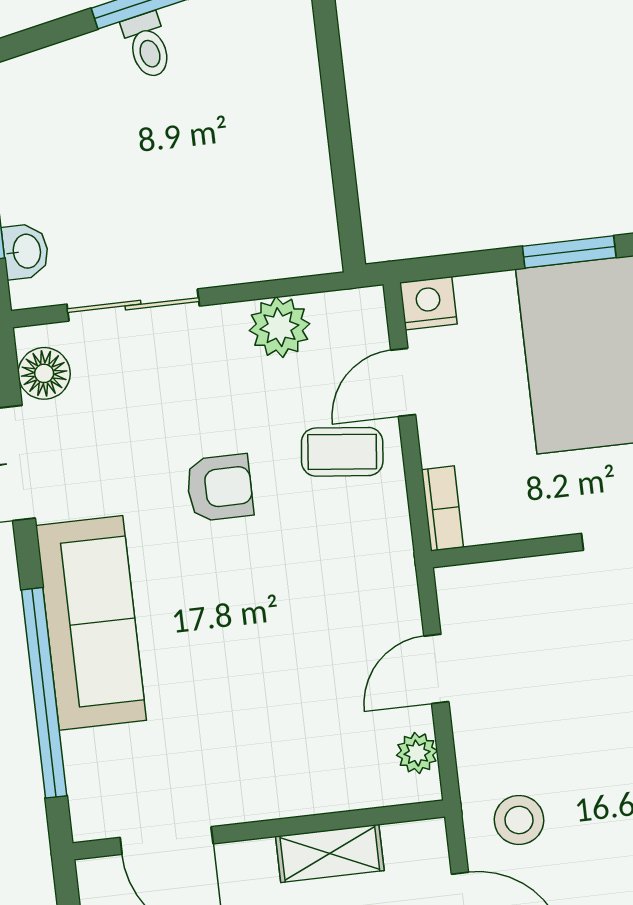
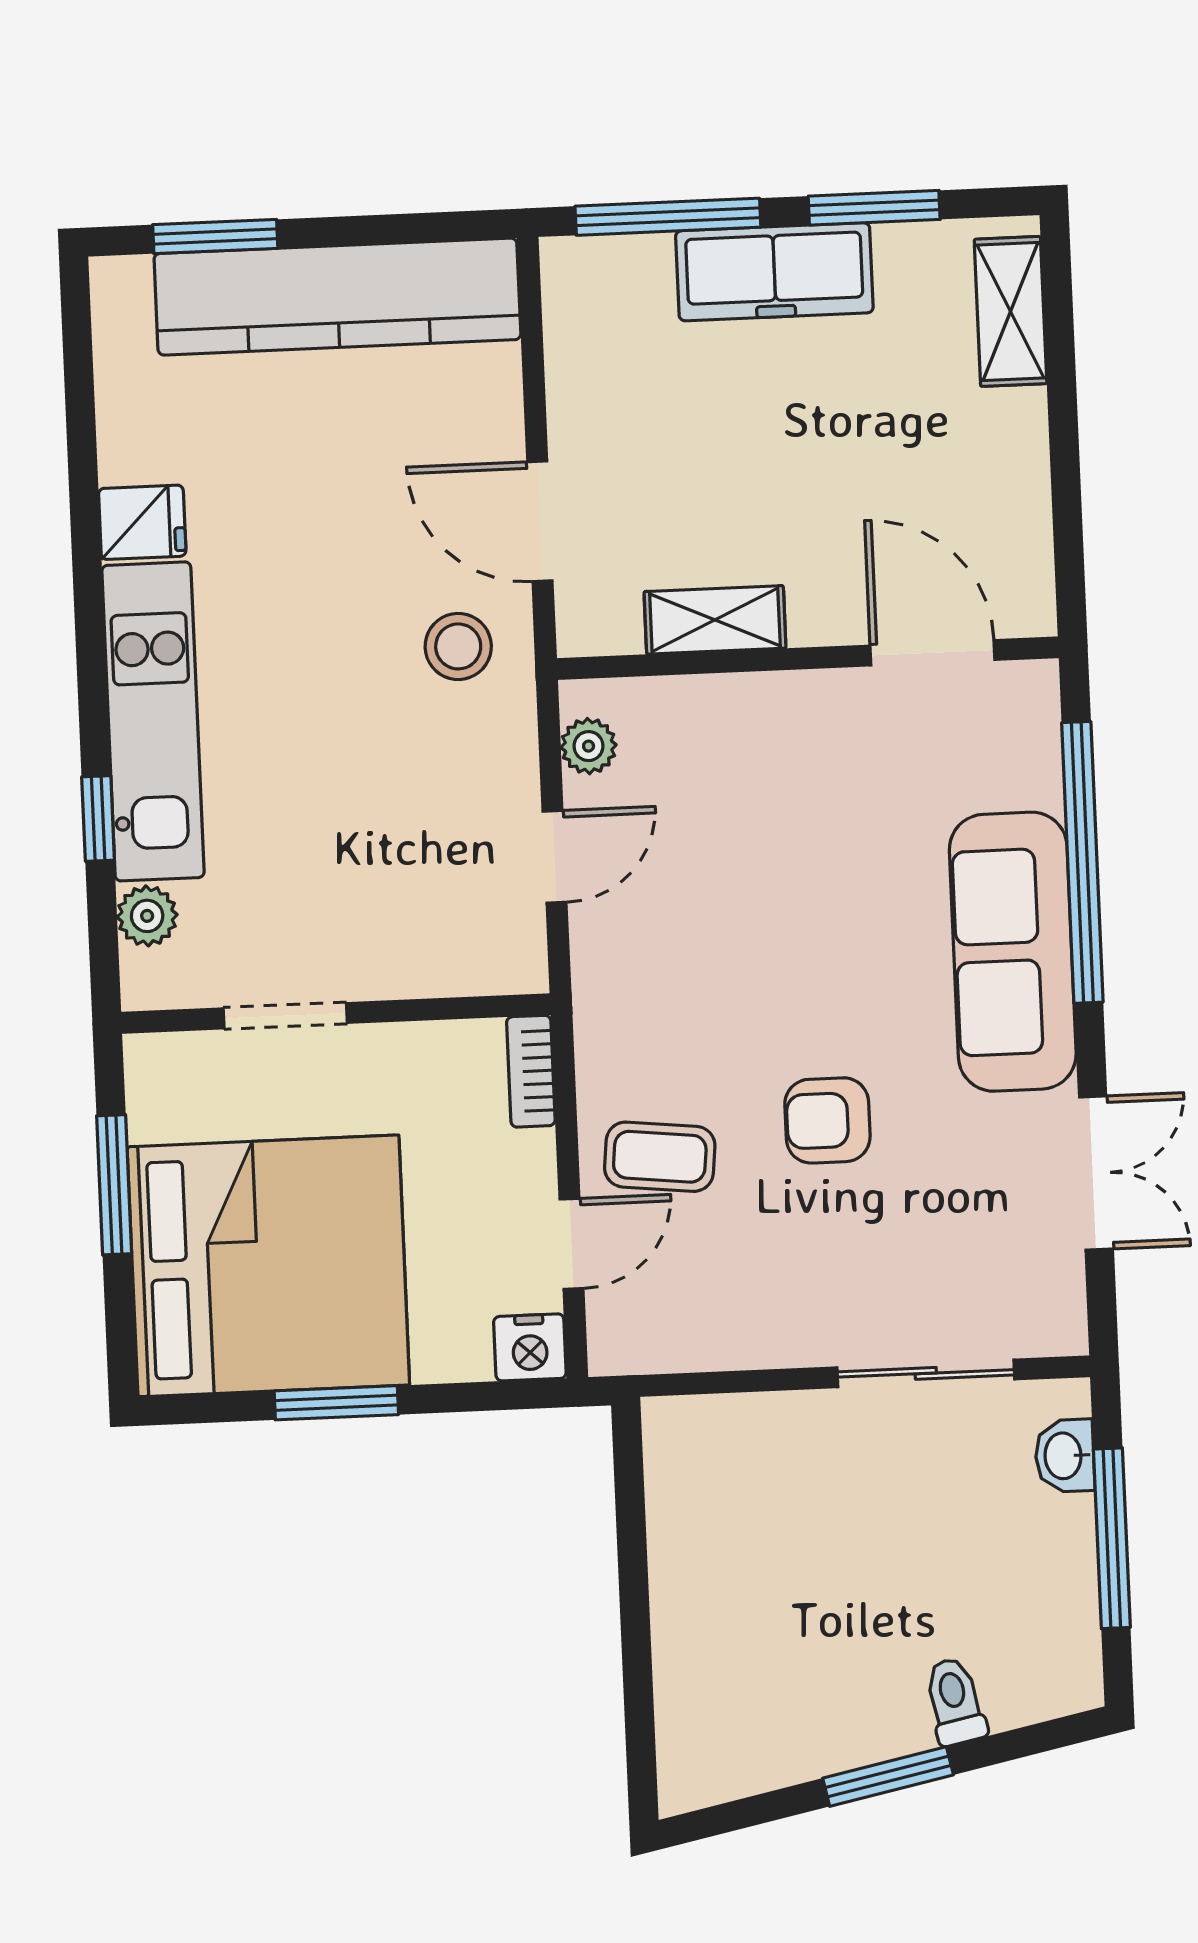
toilet: (147, 45) -> (955, 1701), moved
plant: (279, 327) -> (732, 1330), removed
floor lamp: (44, 373) -> (1052, 1290), removed

